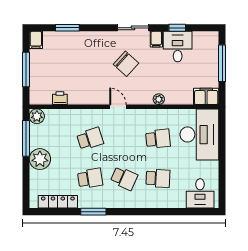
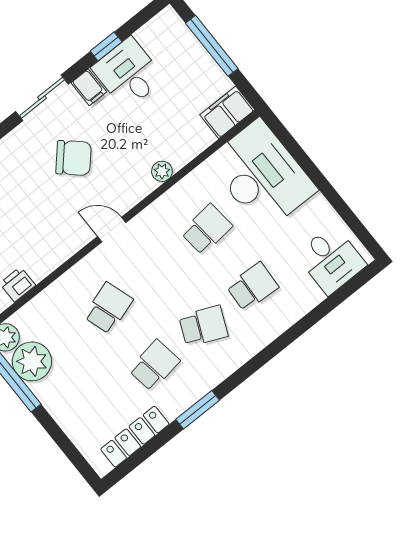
plant: (40, 159) -> (32, 361), moved

